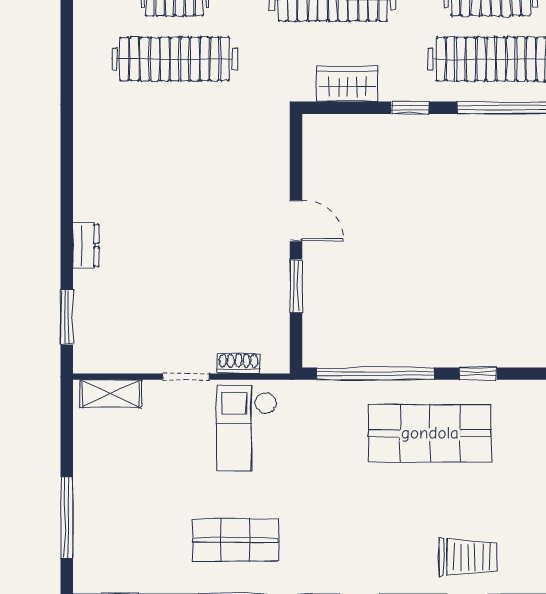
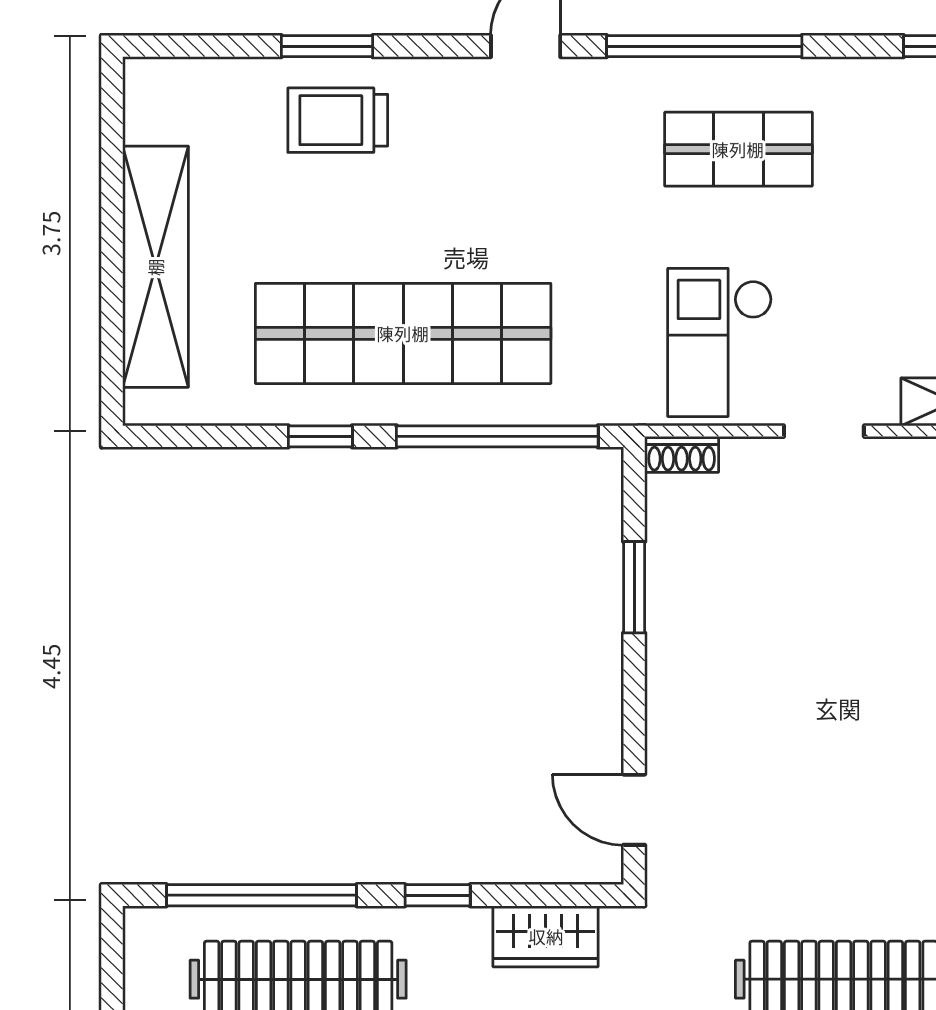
door: (296, 221) -> (634, 810), moved
shoe rack: (238, 363) -> (682, 454), moved
checkout: (246, 428) -> (720, 342), turned 180
shop shelf: (430, 433) -> (403, 333), width x1.40

